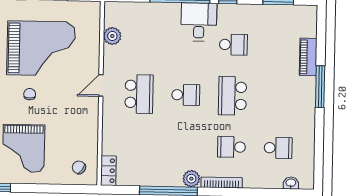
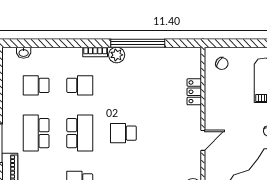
school desk: (139, 94) -> (36, 133), moved
locker: (108, 171) -> (194, 92), moved
bookcase: (222, 183) -> (95, 52), width x0.64

